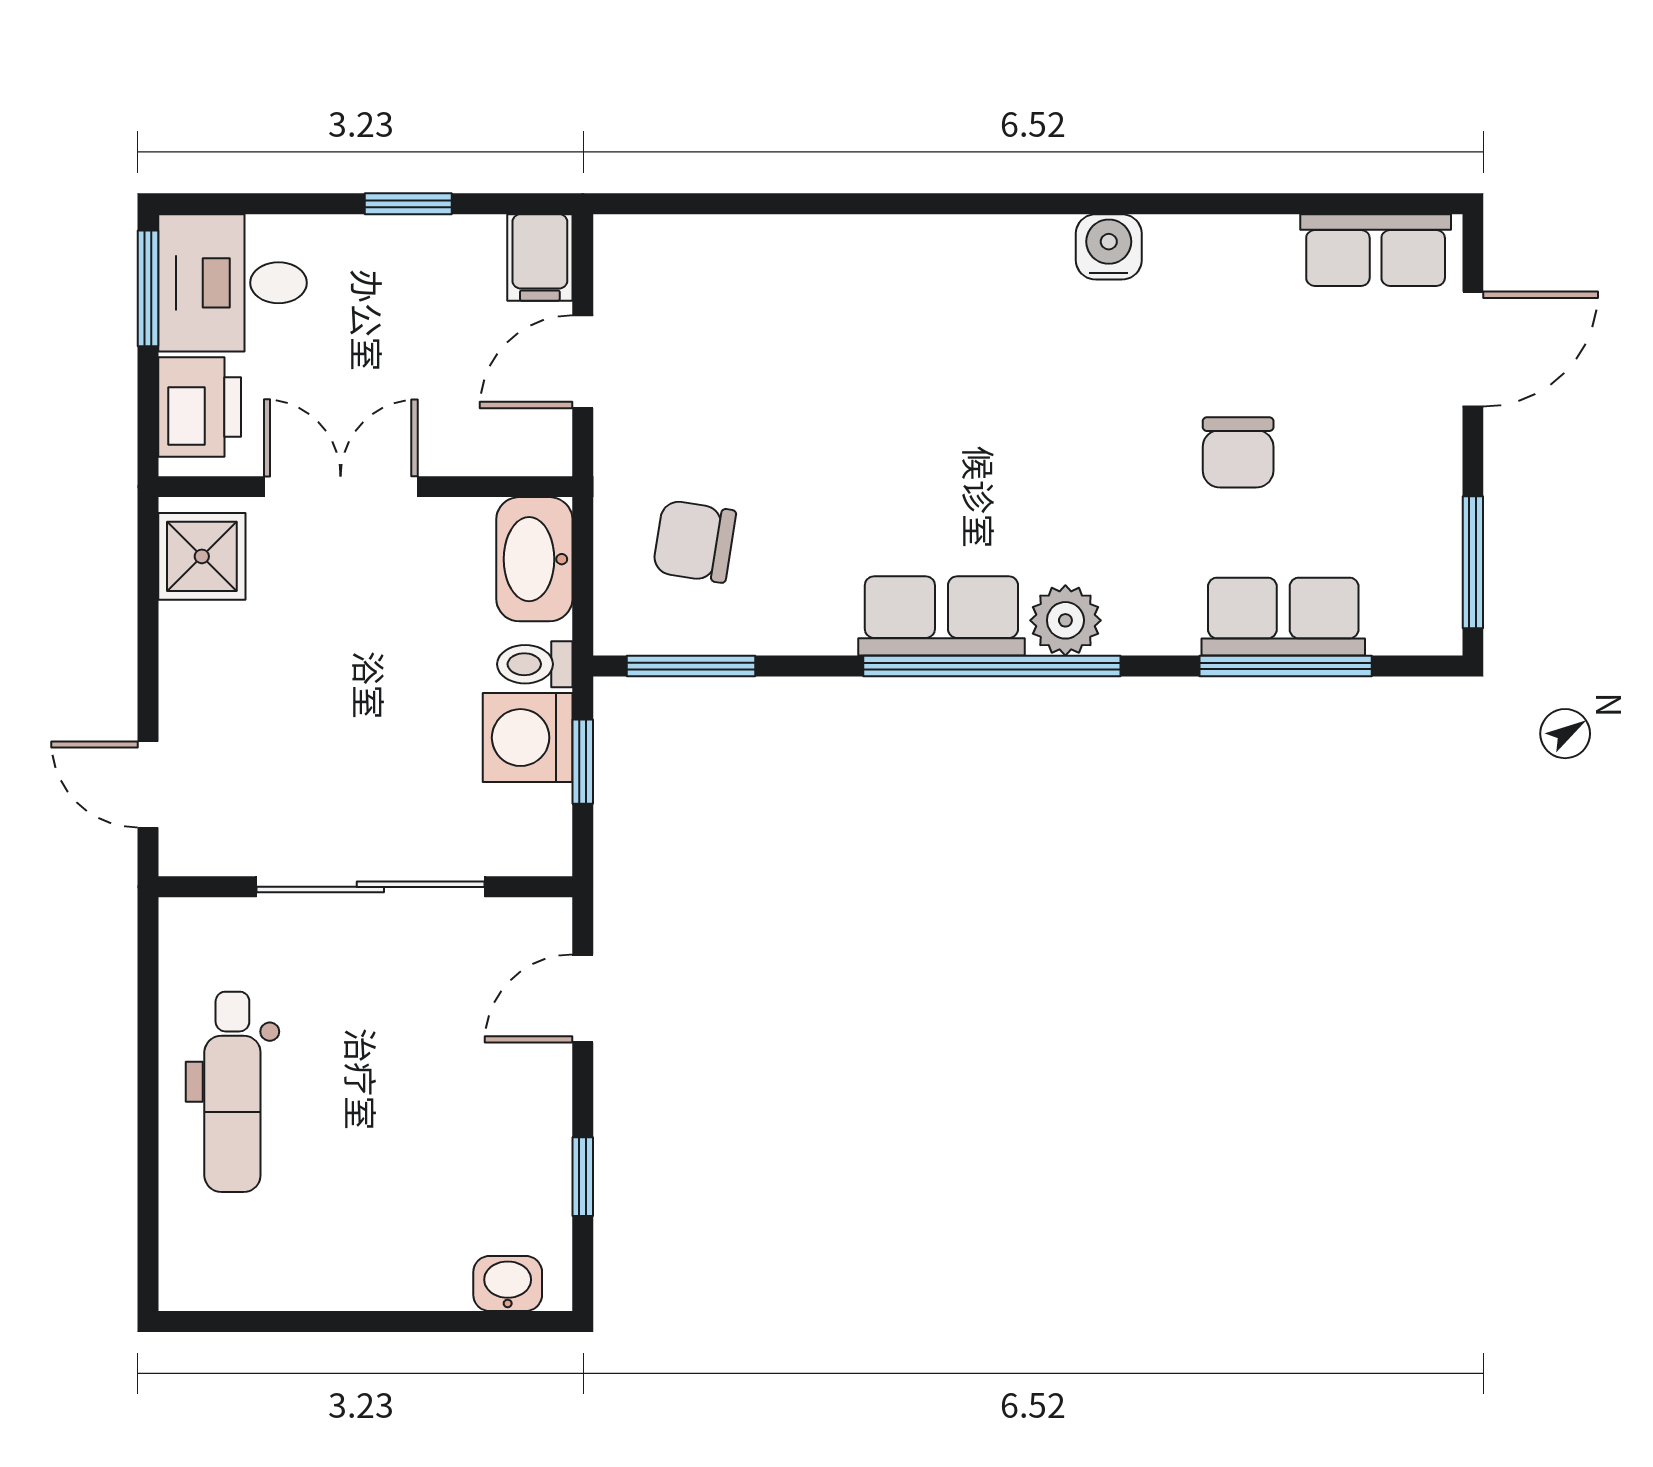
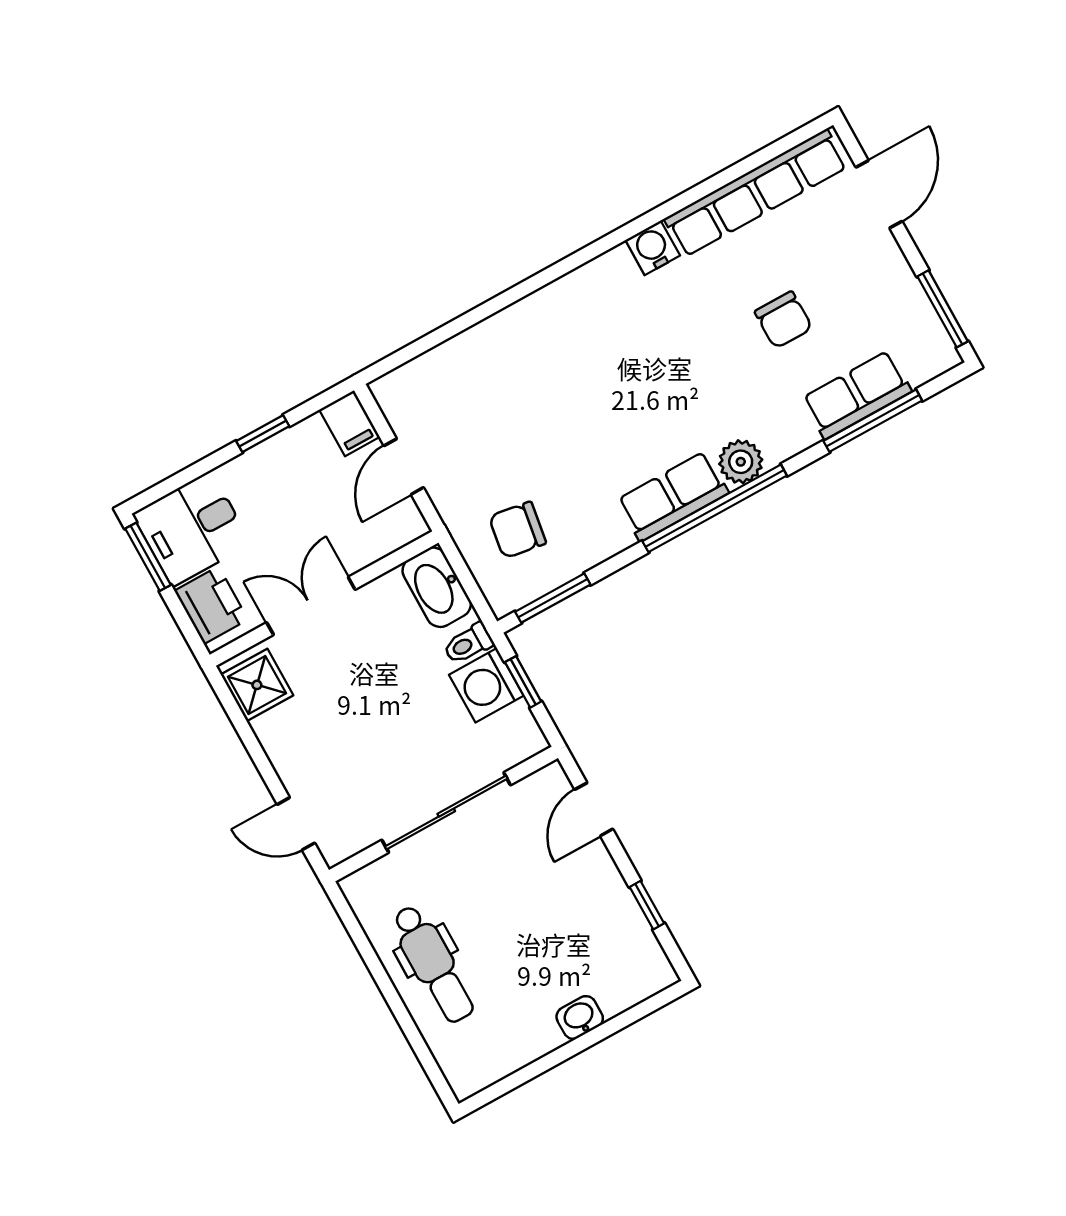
row of seats: (1376, 250) -> (756, 193), width x2.02
washbasin: (508, 1283) -> (580, 1018), moved

